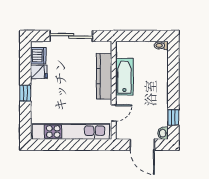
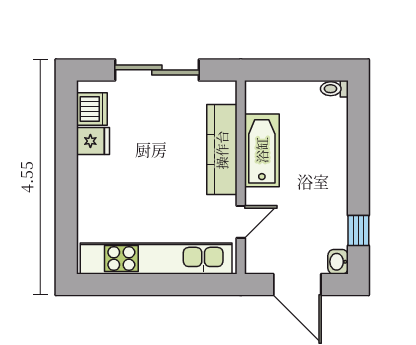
window: (25, 93) -> (66, 183), removed

